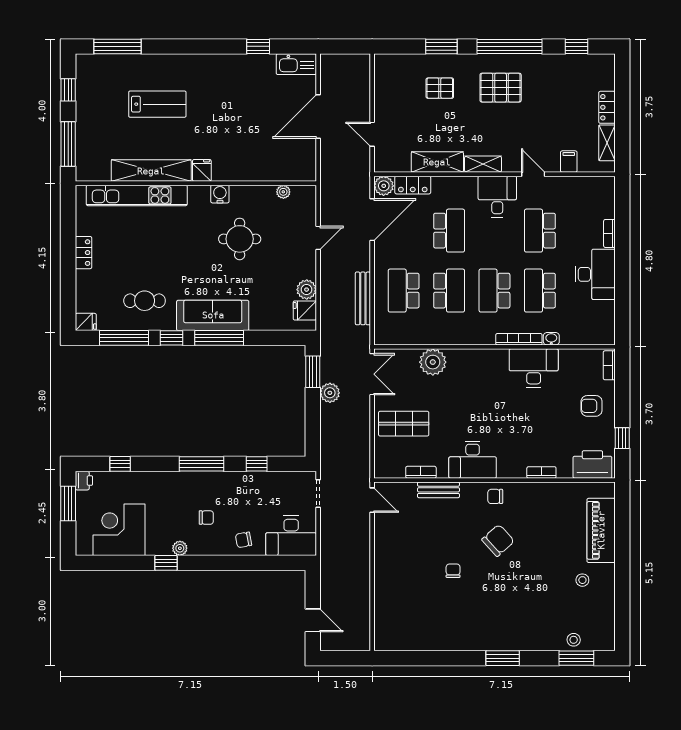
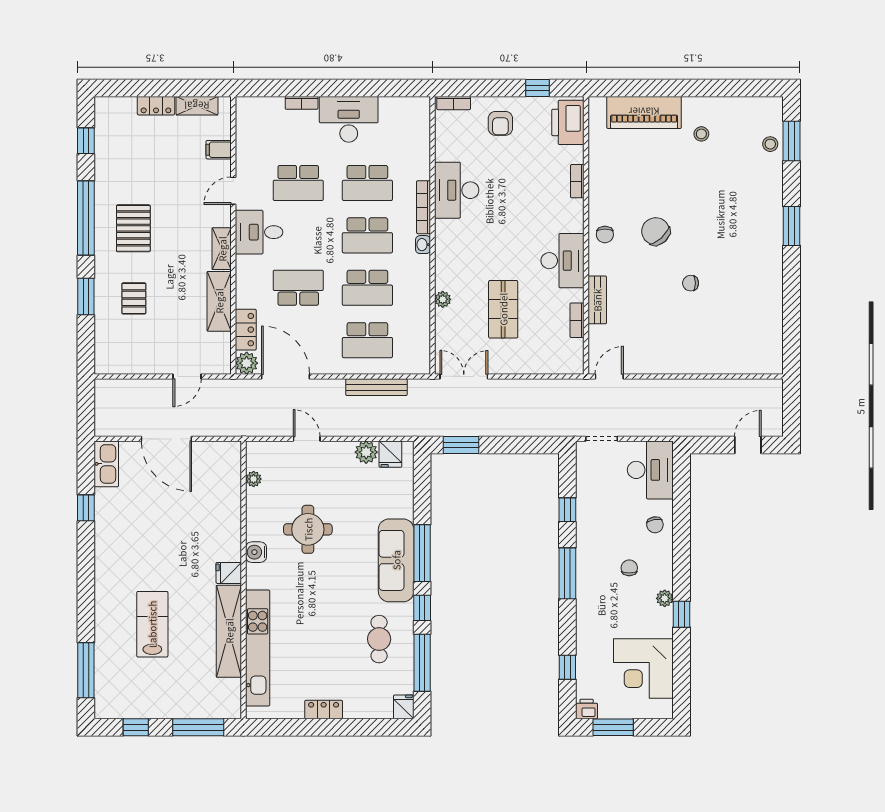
school desk: (449, 291) -> (367, 288), turned 180
washbasin: (551, 339) -> (423, 245), moved
plant: (433, 362) -> (443, 299), width x0.53, depth x0.53
plant: (330, 393) -> (485, 425), removed
shop shelf: (404, 424) -> (503, 309), moved

